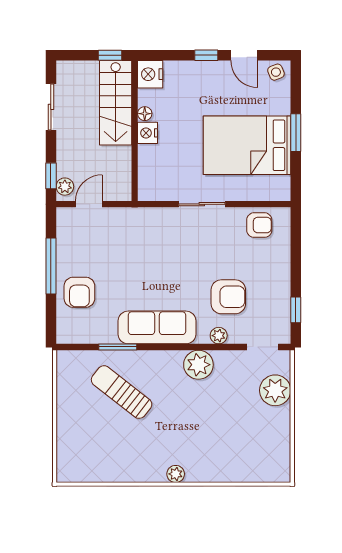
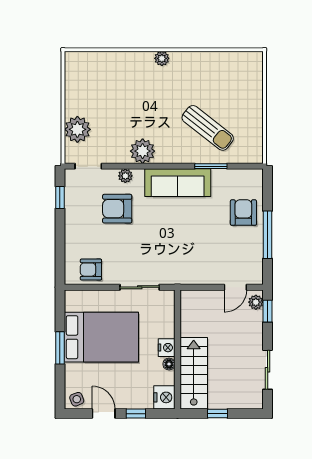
nightstand: (150, 74) -> (164, 397), moved
stairs: (116, 103) -> (194, 373), moved
floor lamp: (145, 114) -> (169, 364), moved
wall: (135, 131) -> (178, 349), moved
nightstand: (148, 133) -> (167, 348), moved

